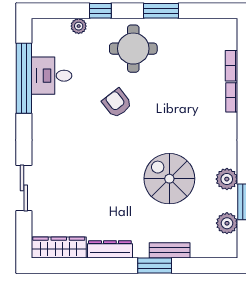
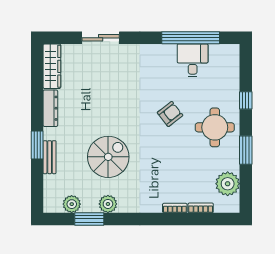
plant: (79, 26) -> (228, 184), moved, width x1.88, depth x1.88

